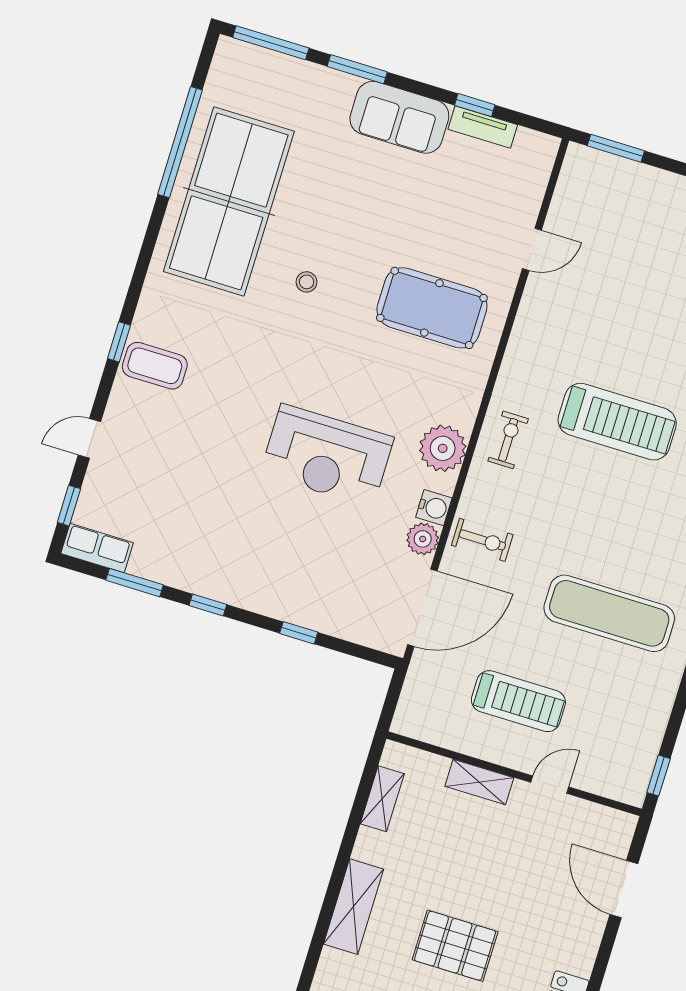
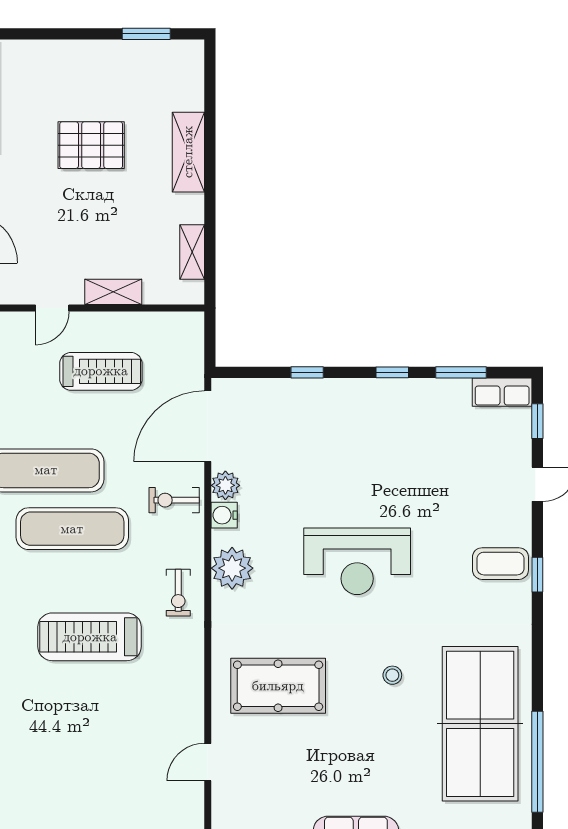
reception desk: (327, 456) -> (357, 561), moved, turned 180
exercise mat: (600, 543) -> (72, 529), added
treadmill: (518, 701) -> (101, 371), turned 180

